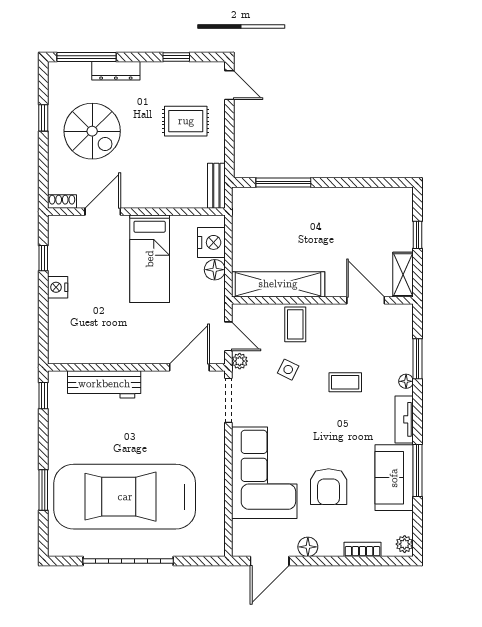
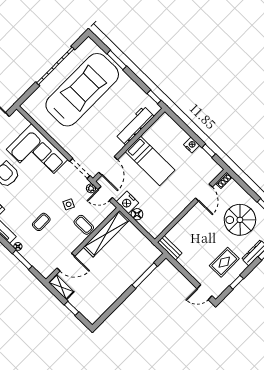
rug: (186, 121) -> (224, 262), moved
nightstand: (211, 242) -> (127, 202), moved
bed: (150, 259) -> (150, 161), moved, turned 180

